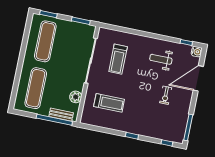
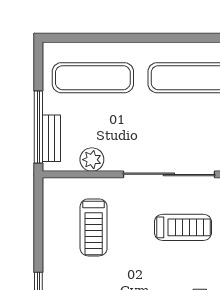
treadmill: (118, 59) -> (183, 227), turned 180

